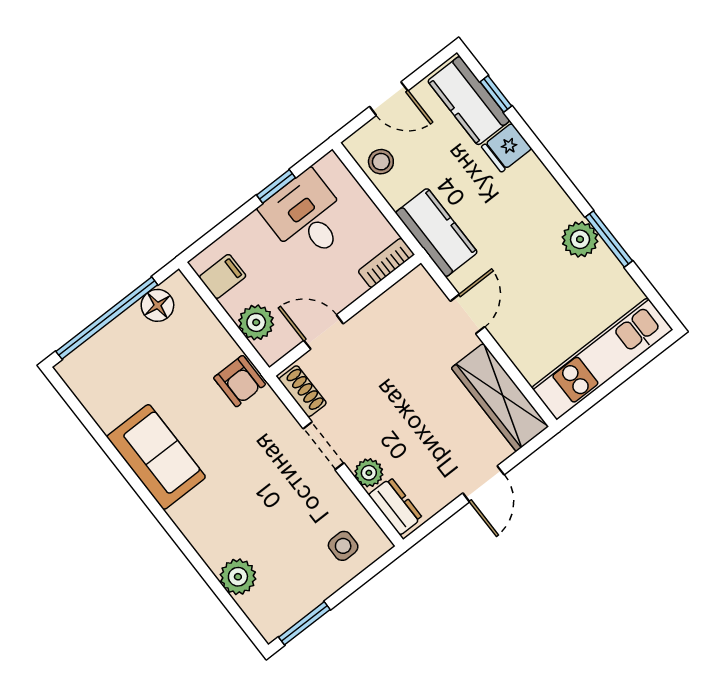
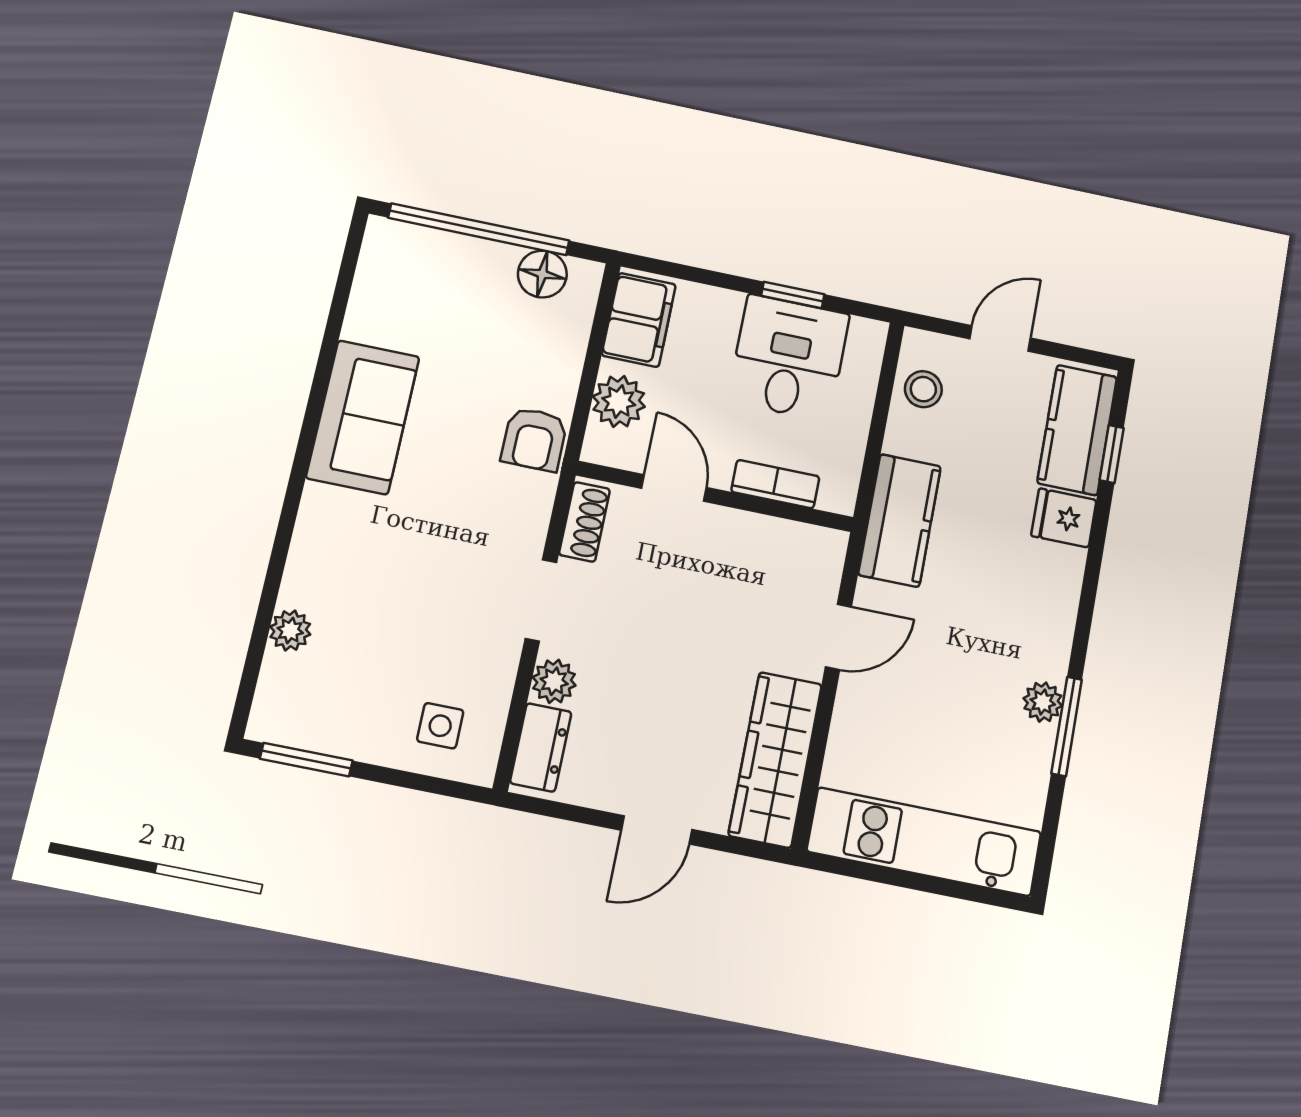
door: (389, 99) -> (1000, 338), swing flipped
plant: (580, 239) -> (1043, 702), width x0.73, depth x0.73
bookcase: (386, 263) -> (775, 484), moved
filing cabinet: (223, 276) -> (639, 320), width x2.00
plant: (238, 577) -> (290, 630), width x0.73, depth x0.73

